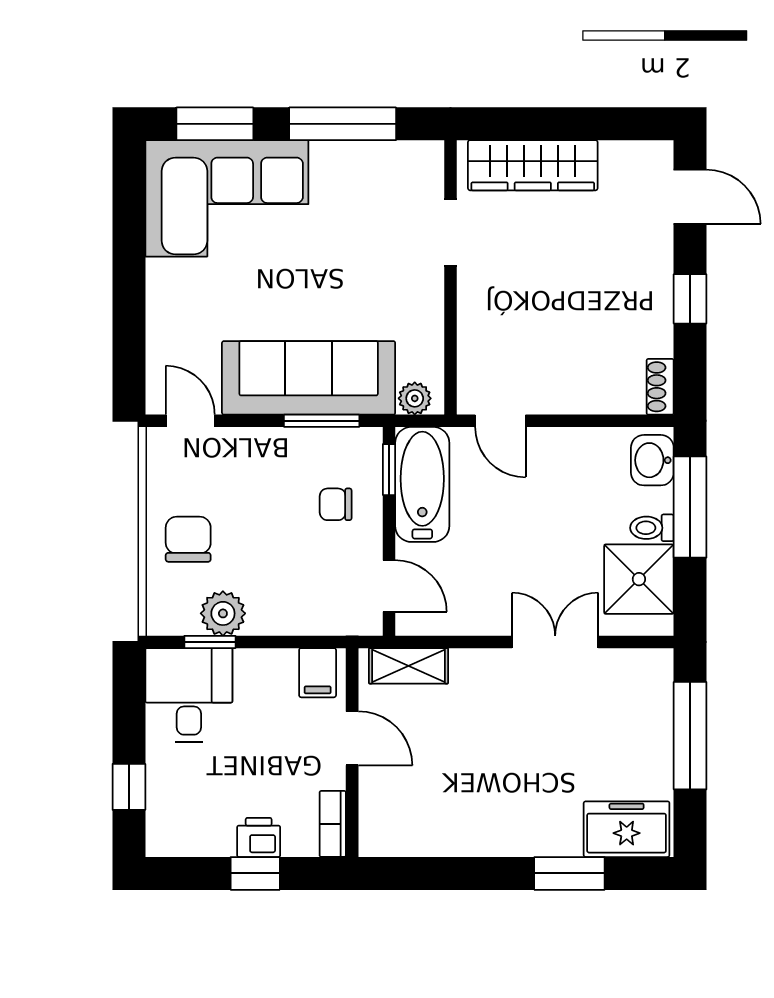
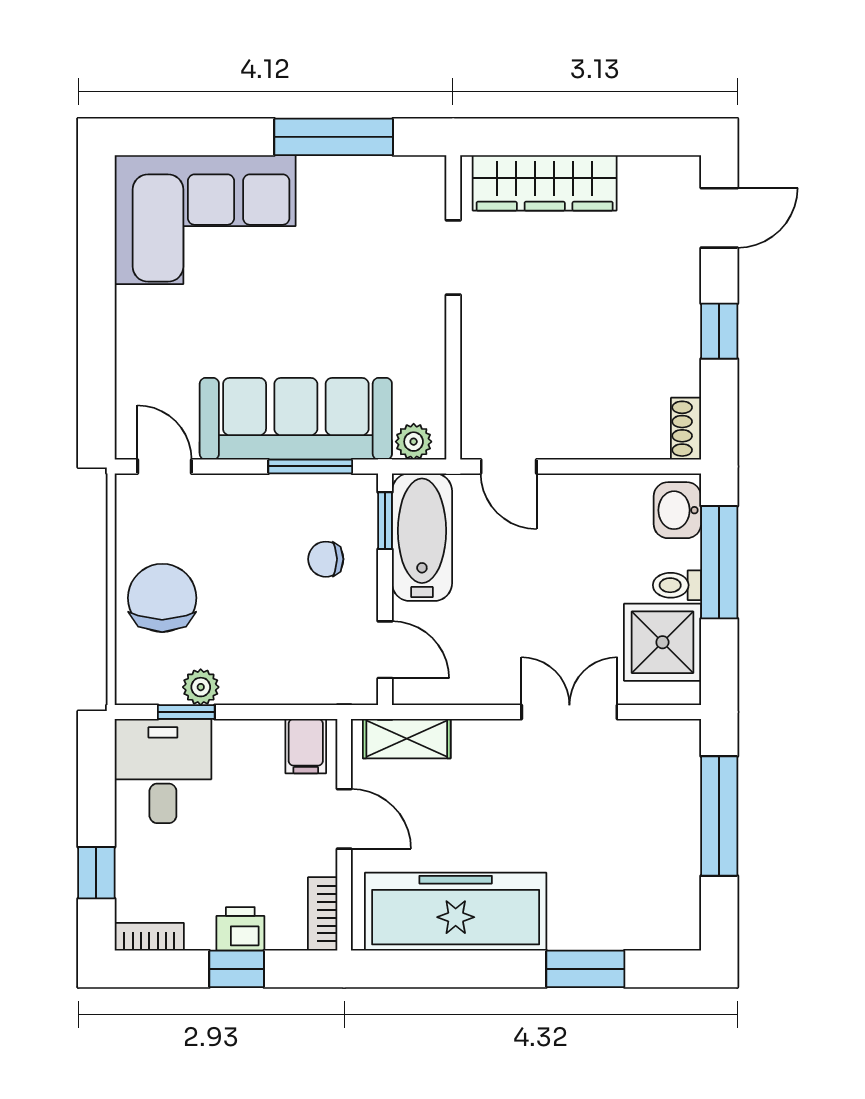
window: (215, 124) -> (192, 137), removed
door: (690, 197) -> (719, 218), hinge flipped
chair: (188, 539) -> (162, 598), width x1.37, depth x1.37
plant: (223, 613) -> (201, 687), width x0.73, depth x0.73
freezer: (627, 829) -> (456, 912), moved, width x1.91, depth x1.26
bookcase: (177, 845) -> (149, 937), added

